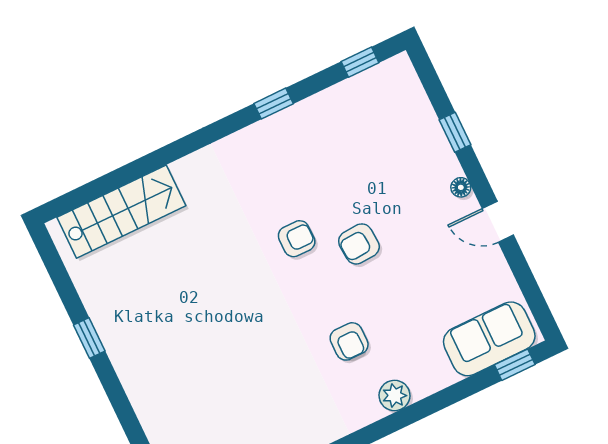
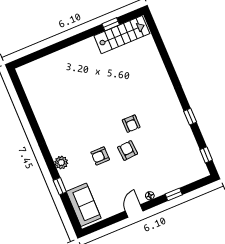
stairs: (121, 212) -> (122, 35), moved, turned -90
window: (89, 338) -> (111, 24), moved
armchair: (349, 341) -> (100, 156), moved
window: (515, 365) -> (60, 186), moved

